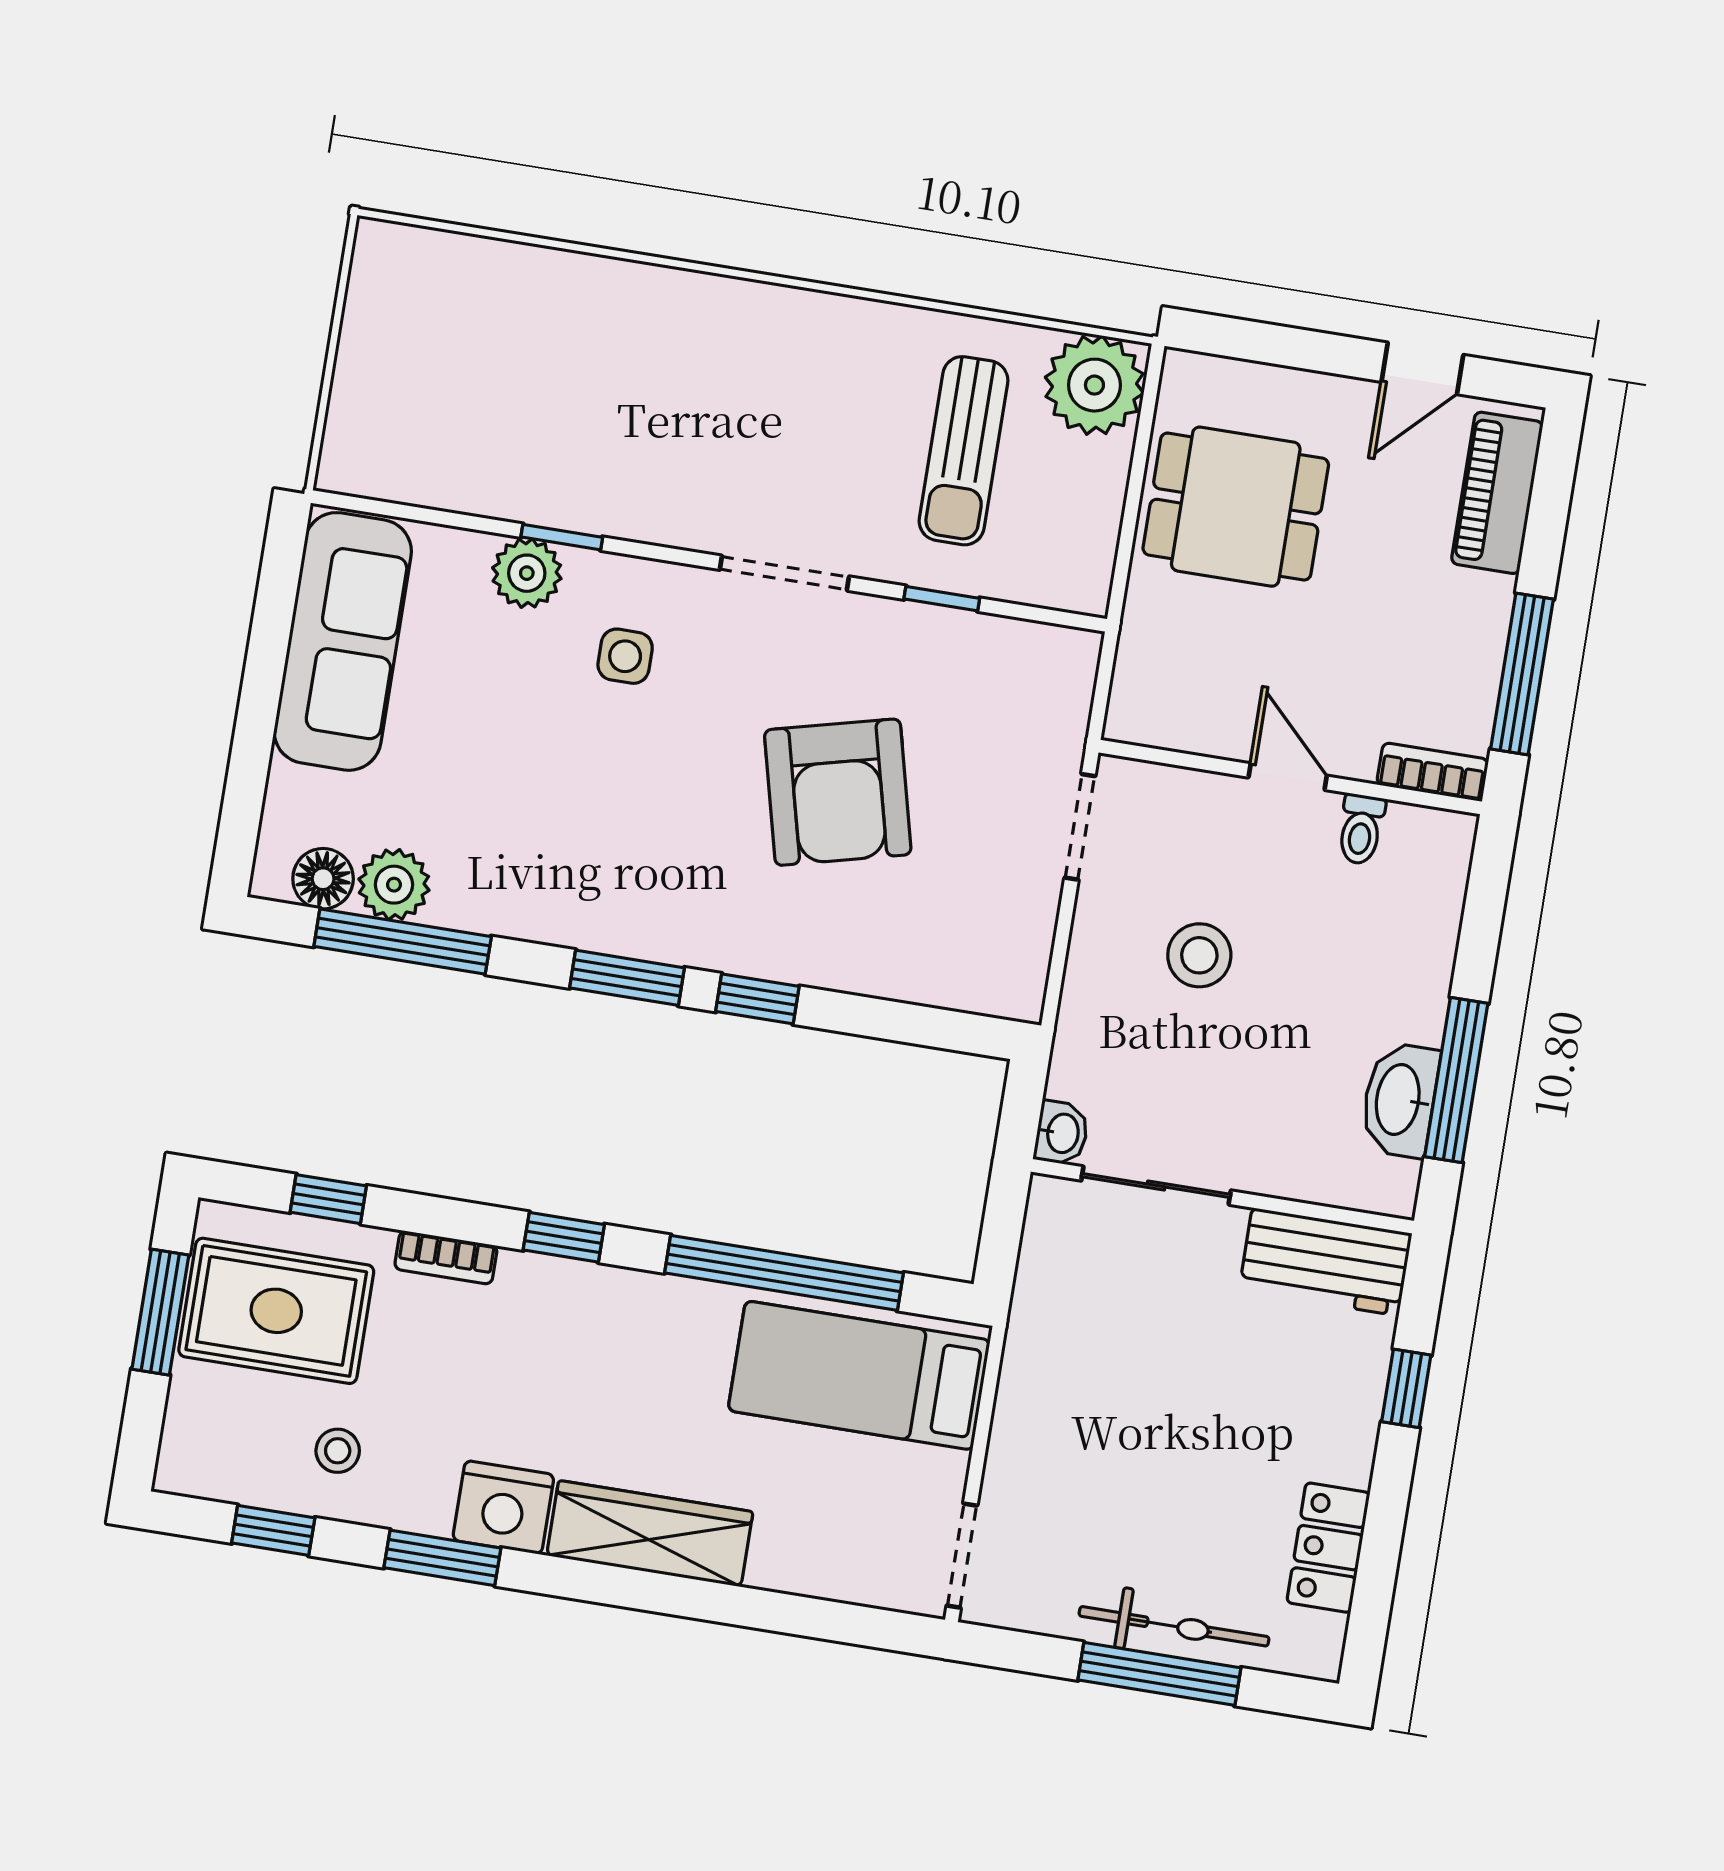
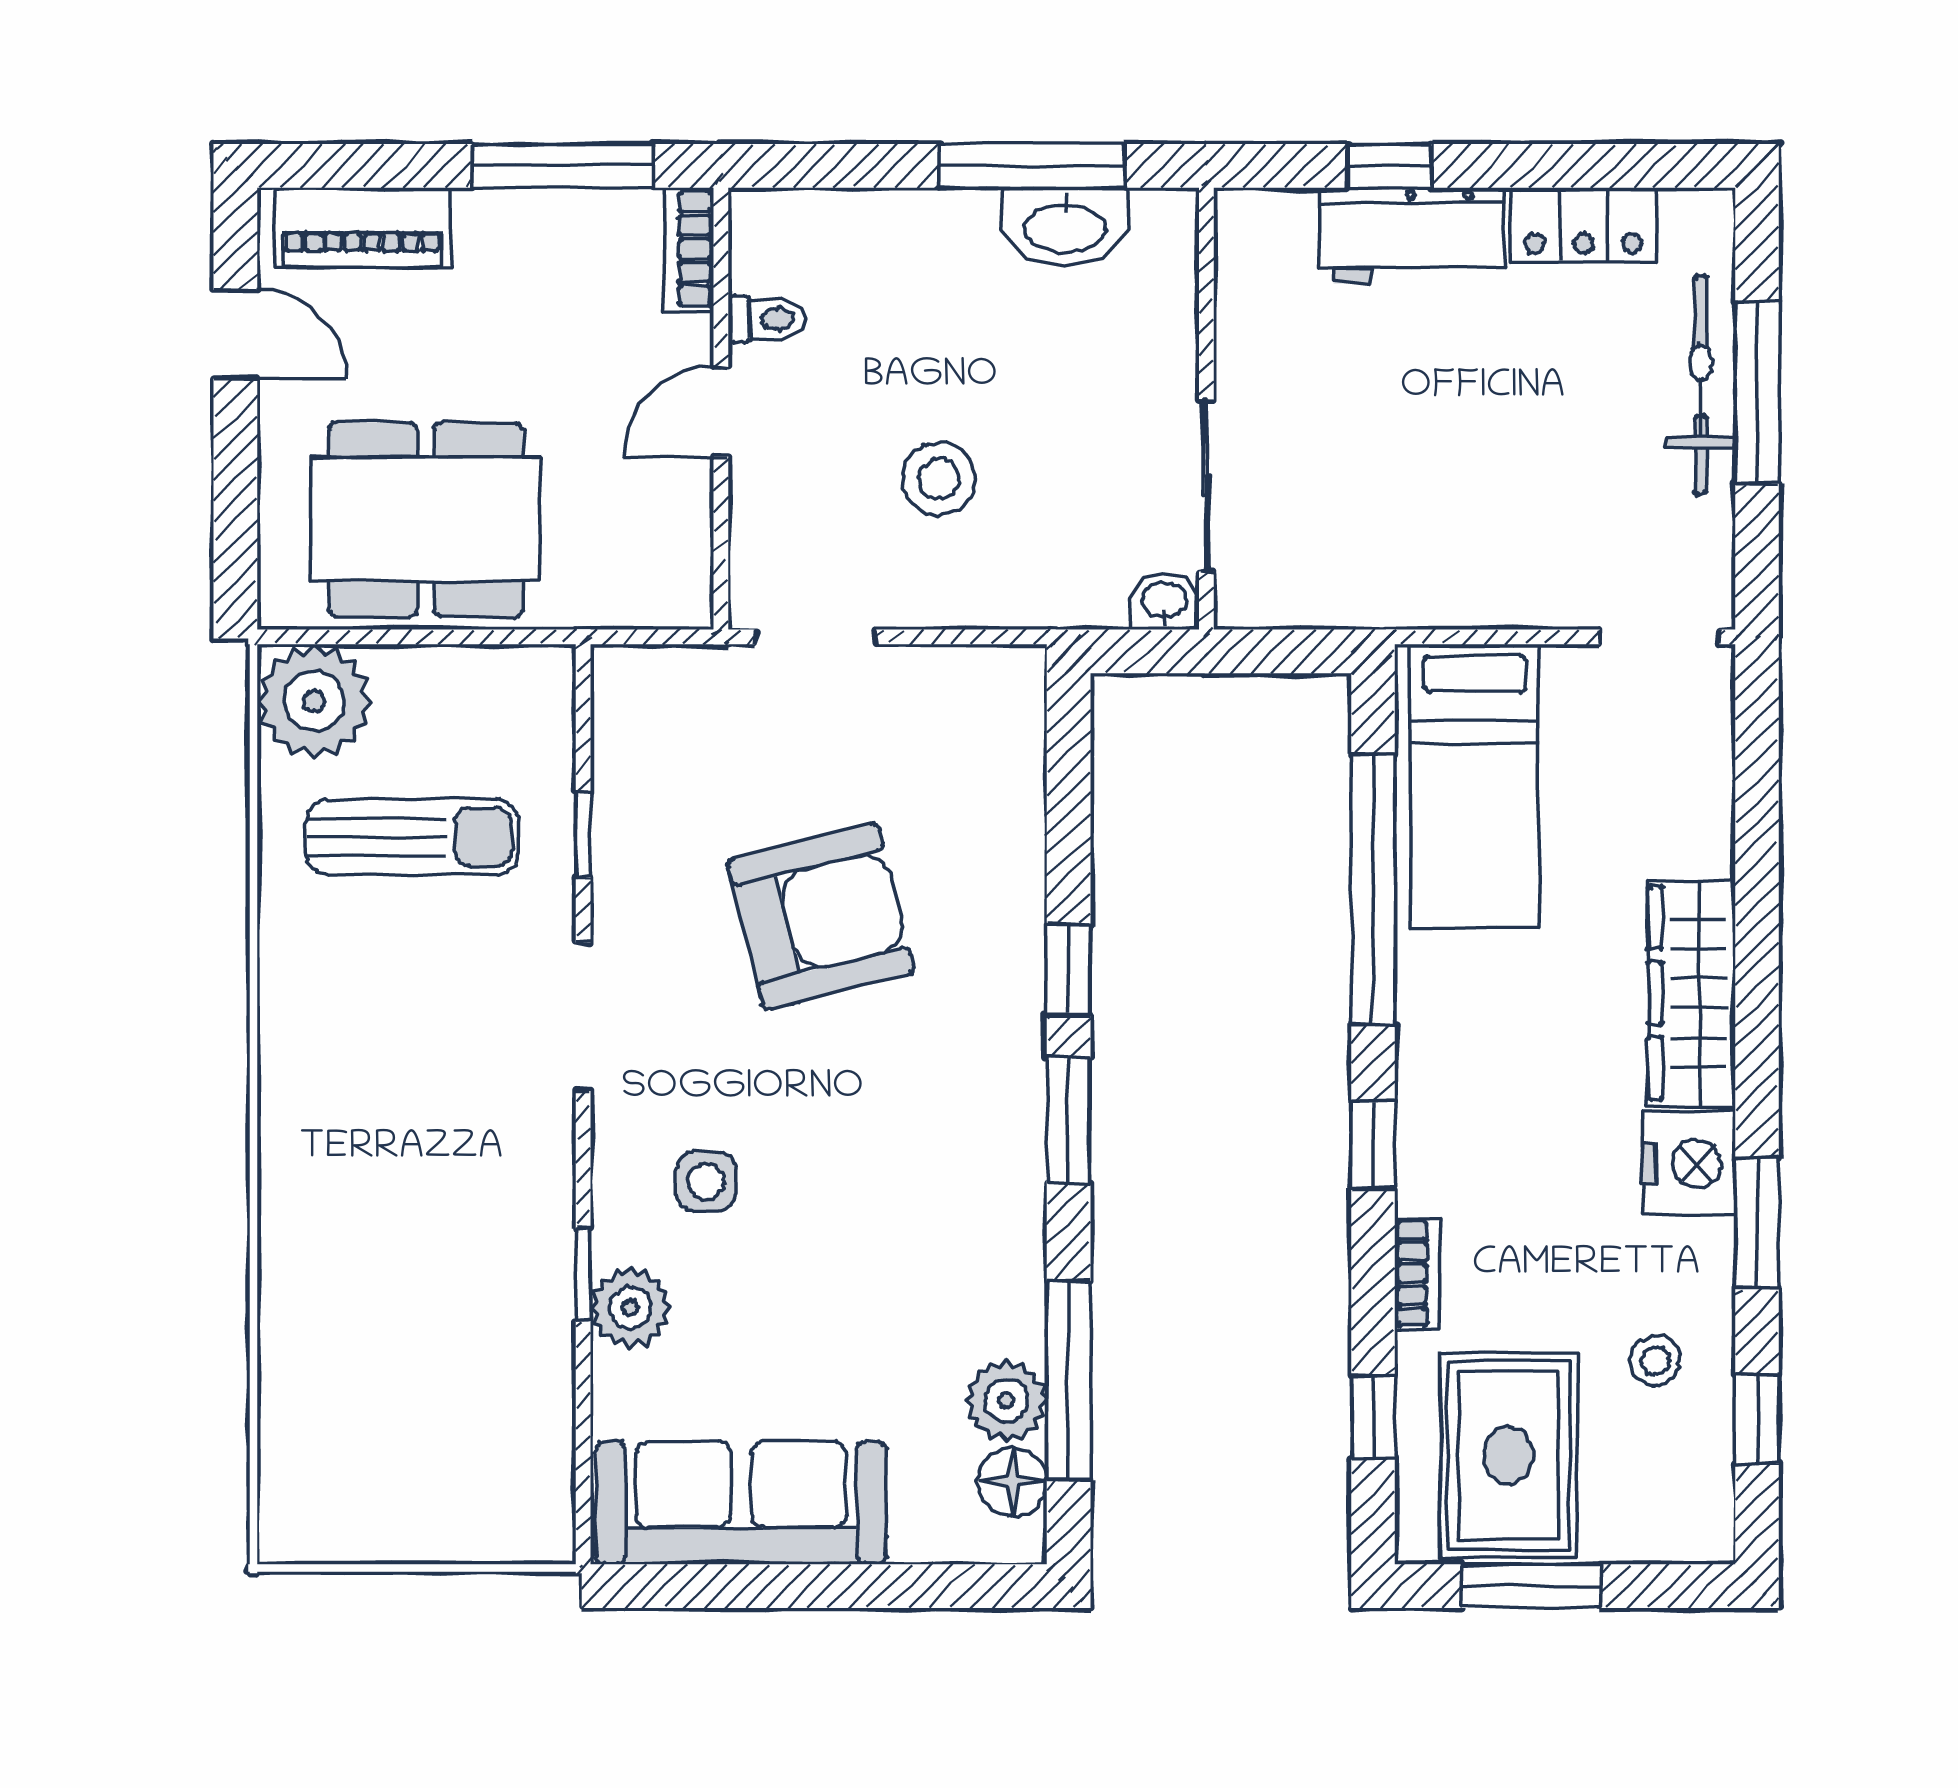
dining table: (1236, 507) -> (426, 520), width x1.38
workbench: (1325, 1262) -> (1412, 236), moved, turned 90

